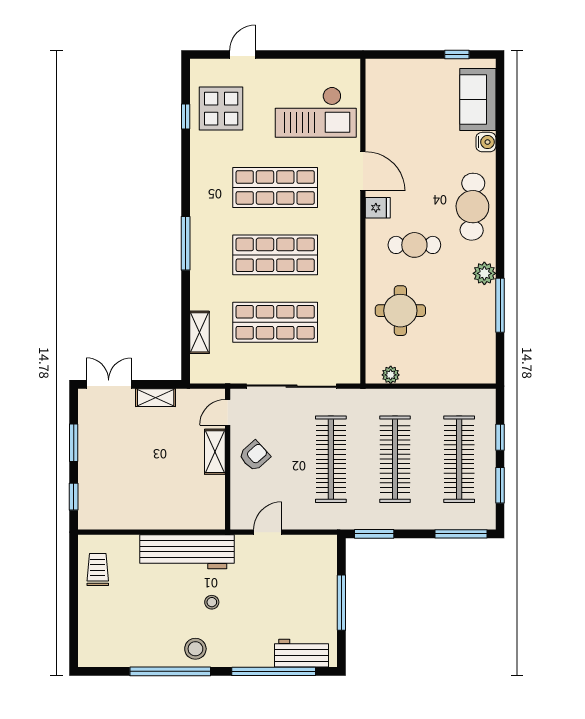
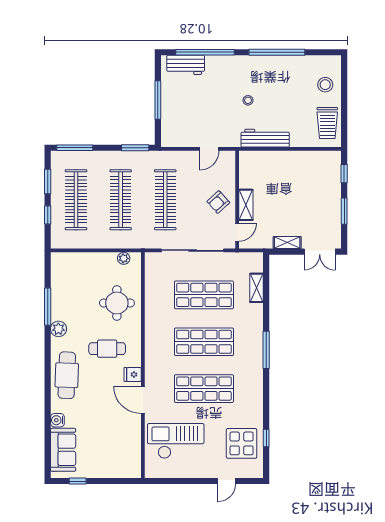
workbench: (187, 552) -> (265, 138), width x0.73, depth x0.76
trolley: (98, 570) -> (327, 123), width x1.36, depth x1.39
stool: (195, 649) -> (325, 85), moved

